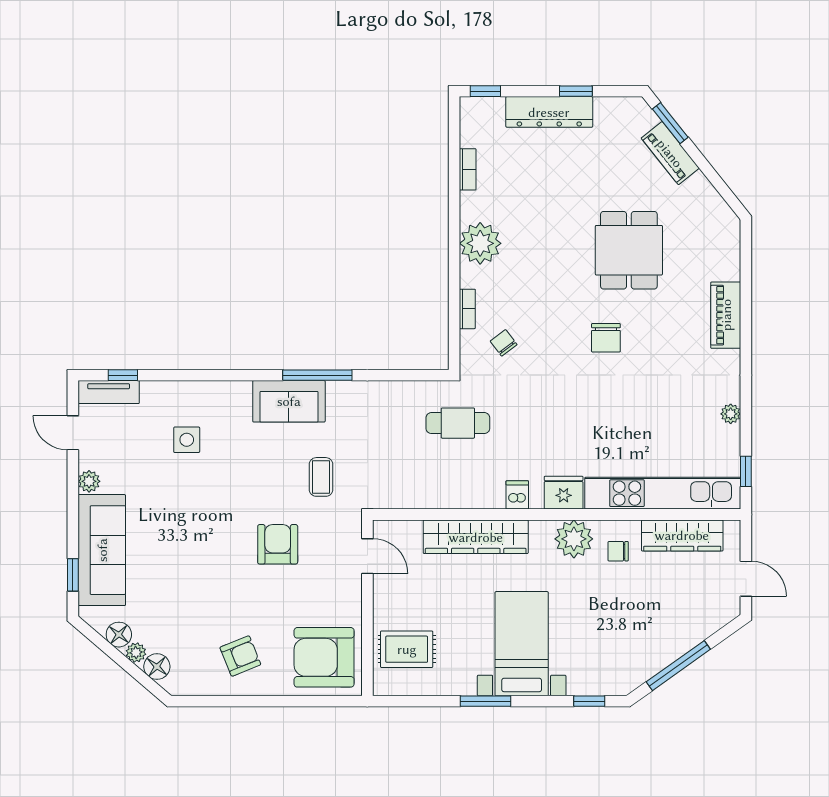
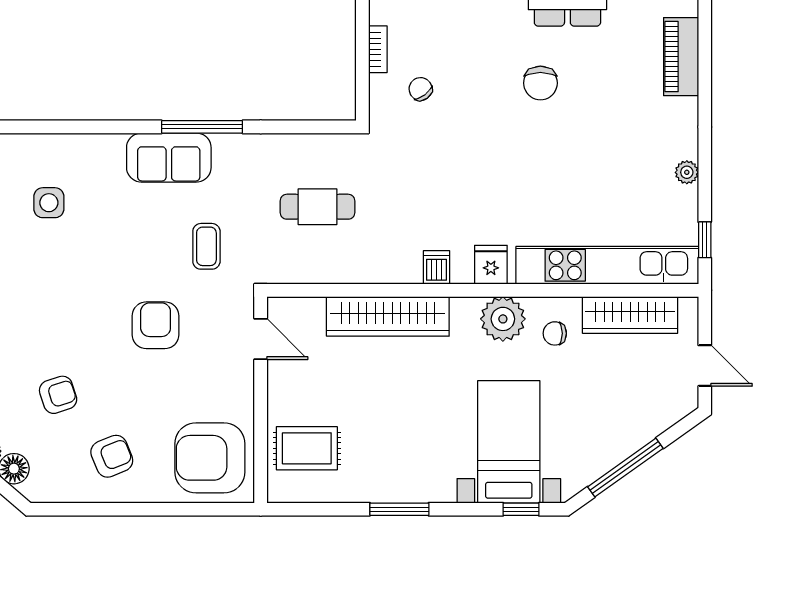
cafe table: (458, 423) -> (317, 207), moved
fridge: (564, 493) -> (491, 265), width x0.72
armchair: (195, 604) -> (58, 395), added
bed with nightstands: (522, 644) -> (509, 442), moved

